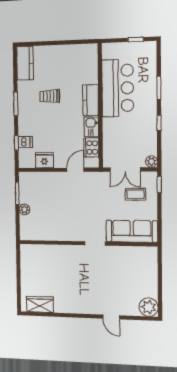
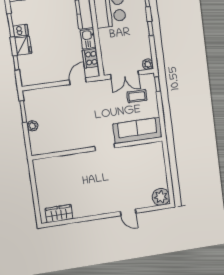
trolley: (50, 96) -> (44, 14), removed
dishwasher: (25, 142) -> (21, 31), moved
fridge: (44, 160) -> (23, 46), moved, turned 90

